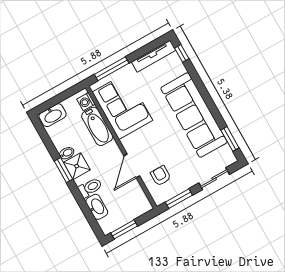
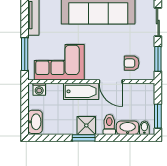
bathtub: (97, 126) -> (81, 91), moved
bidet: (67, 153) -> (144, 128), moved

